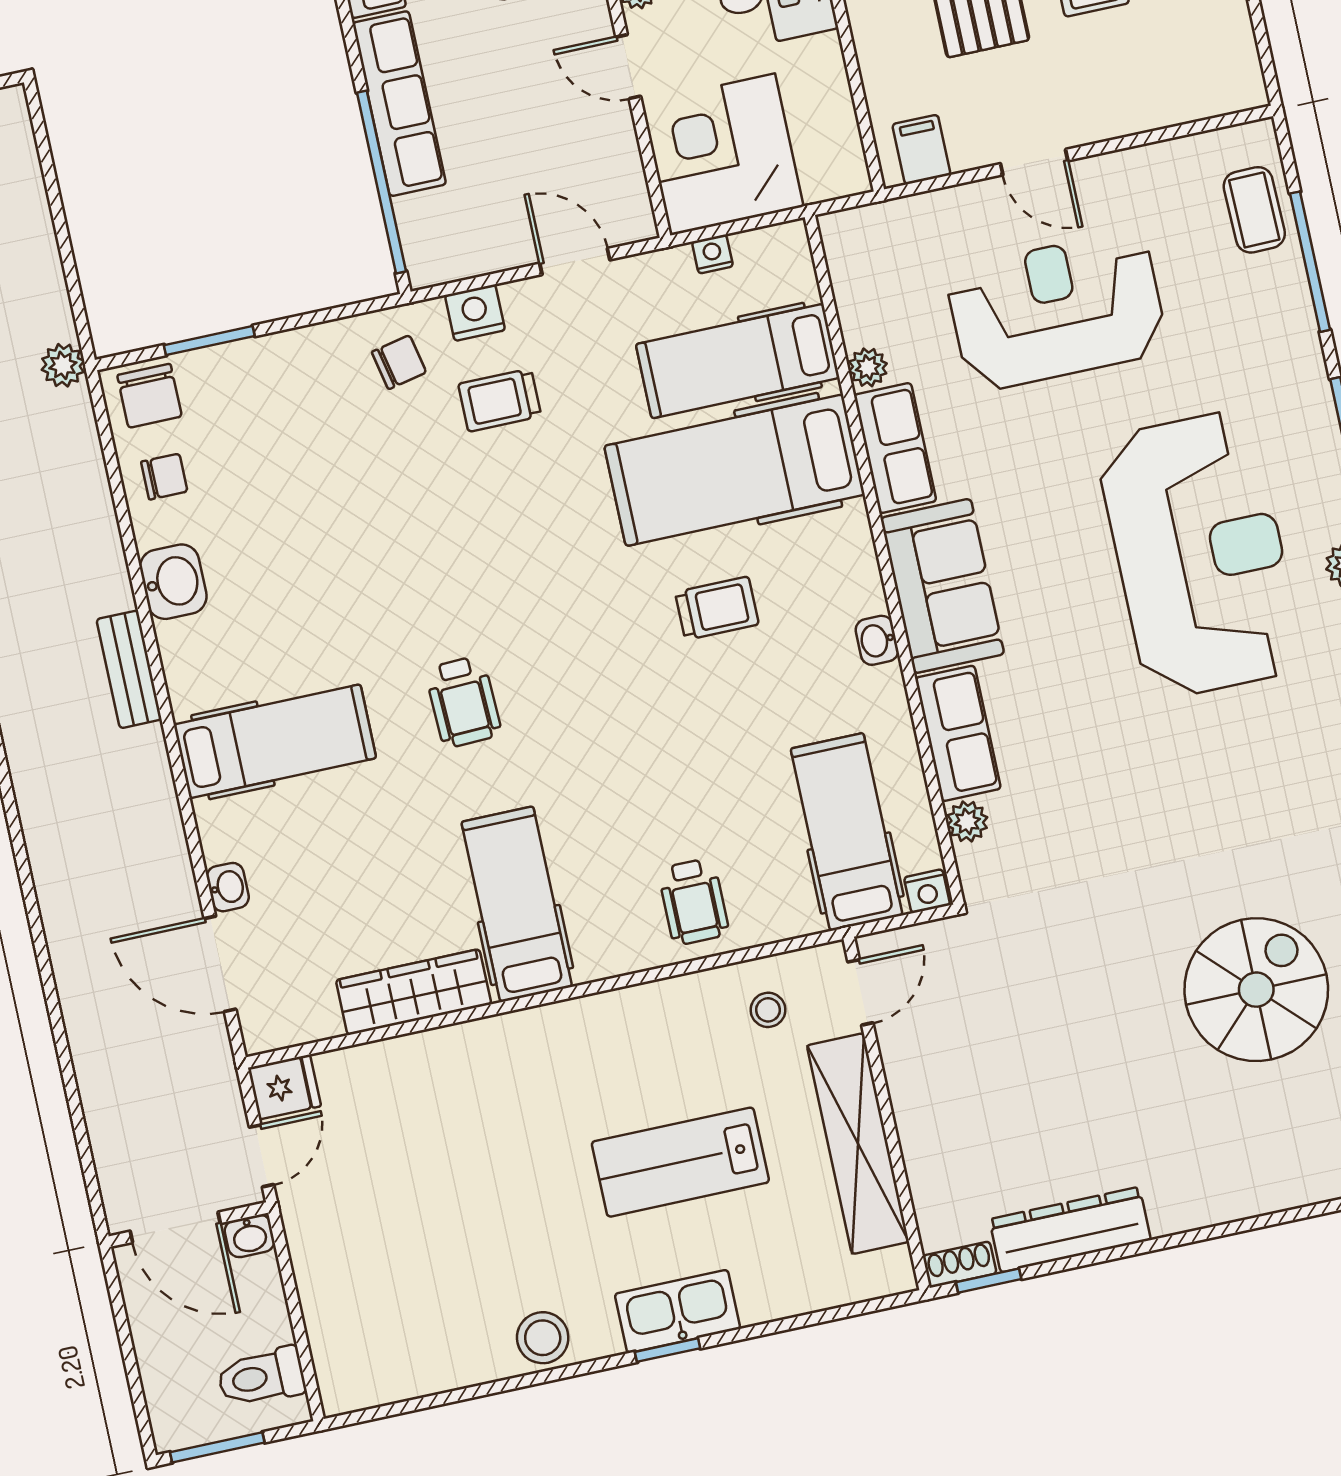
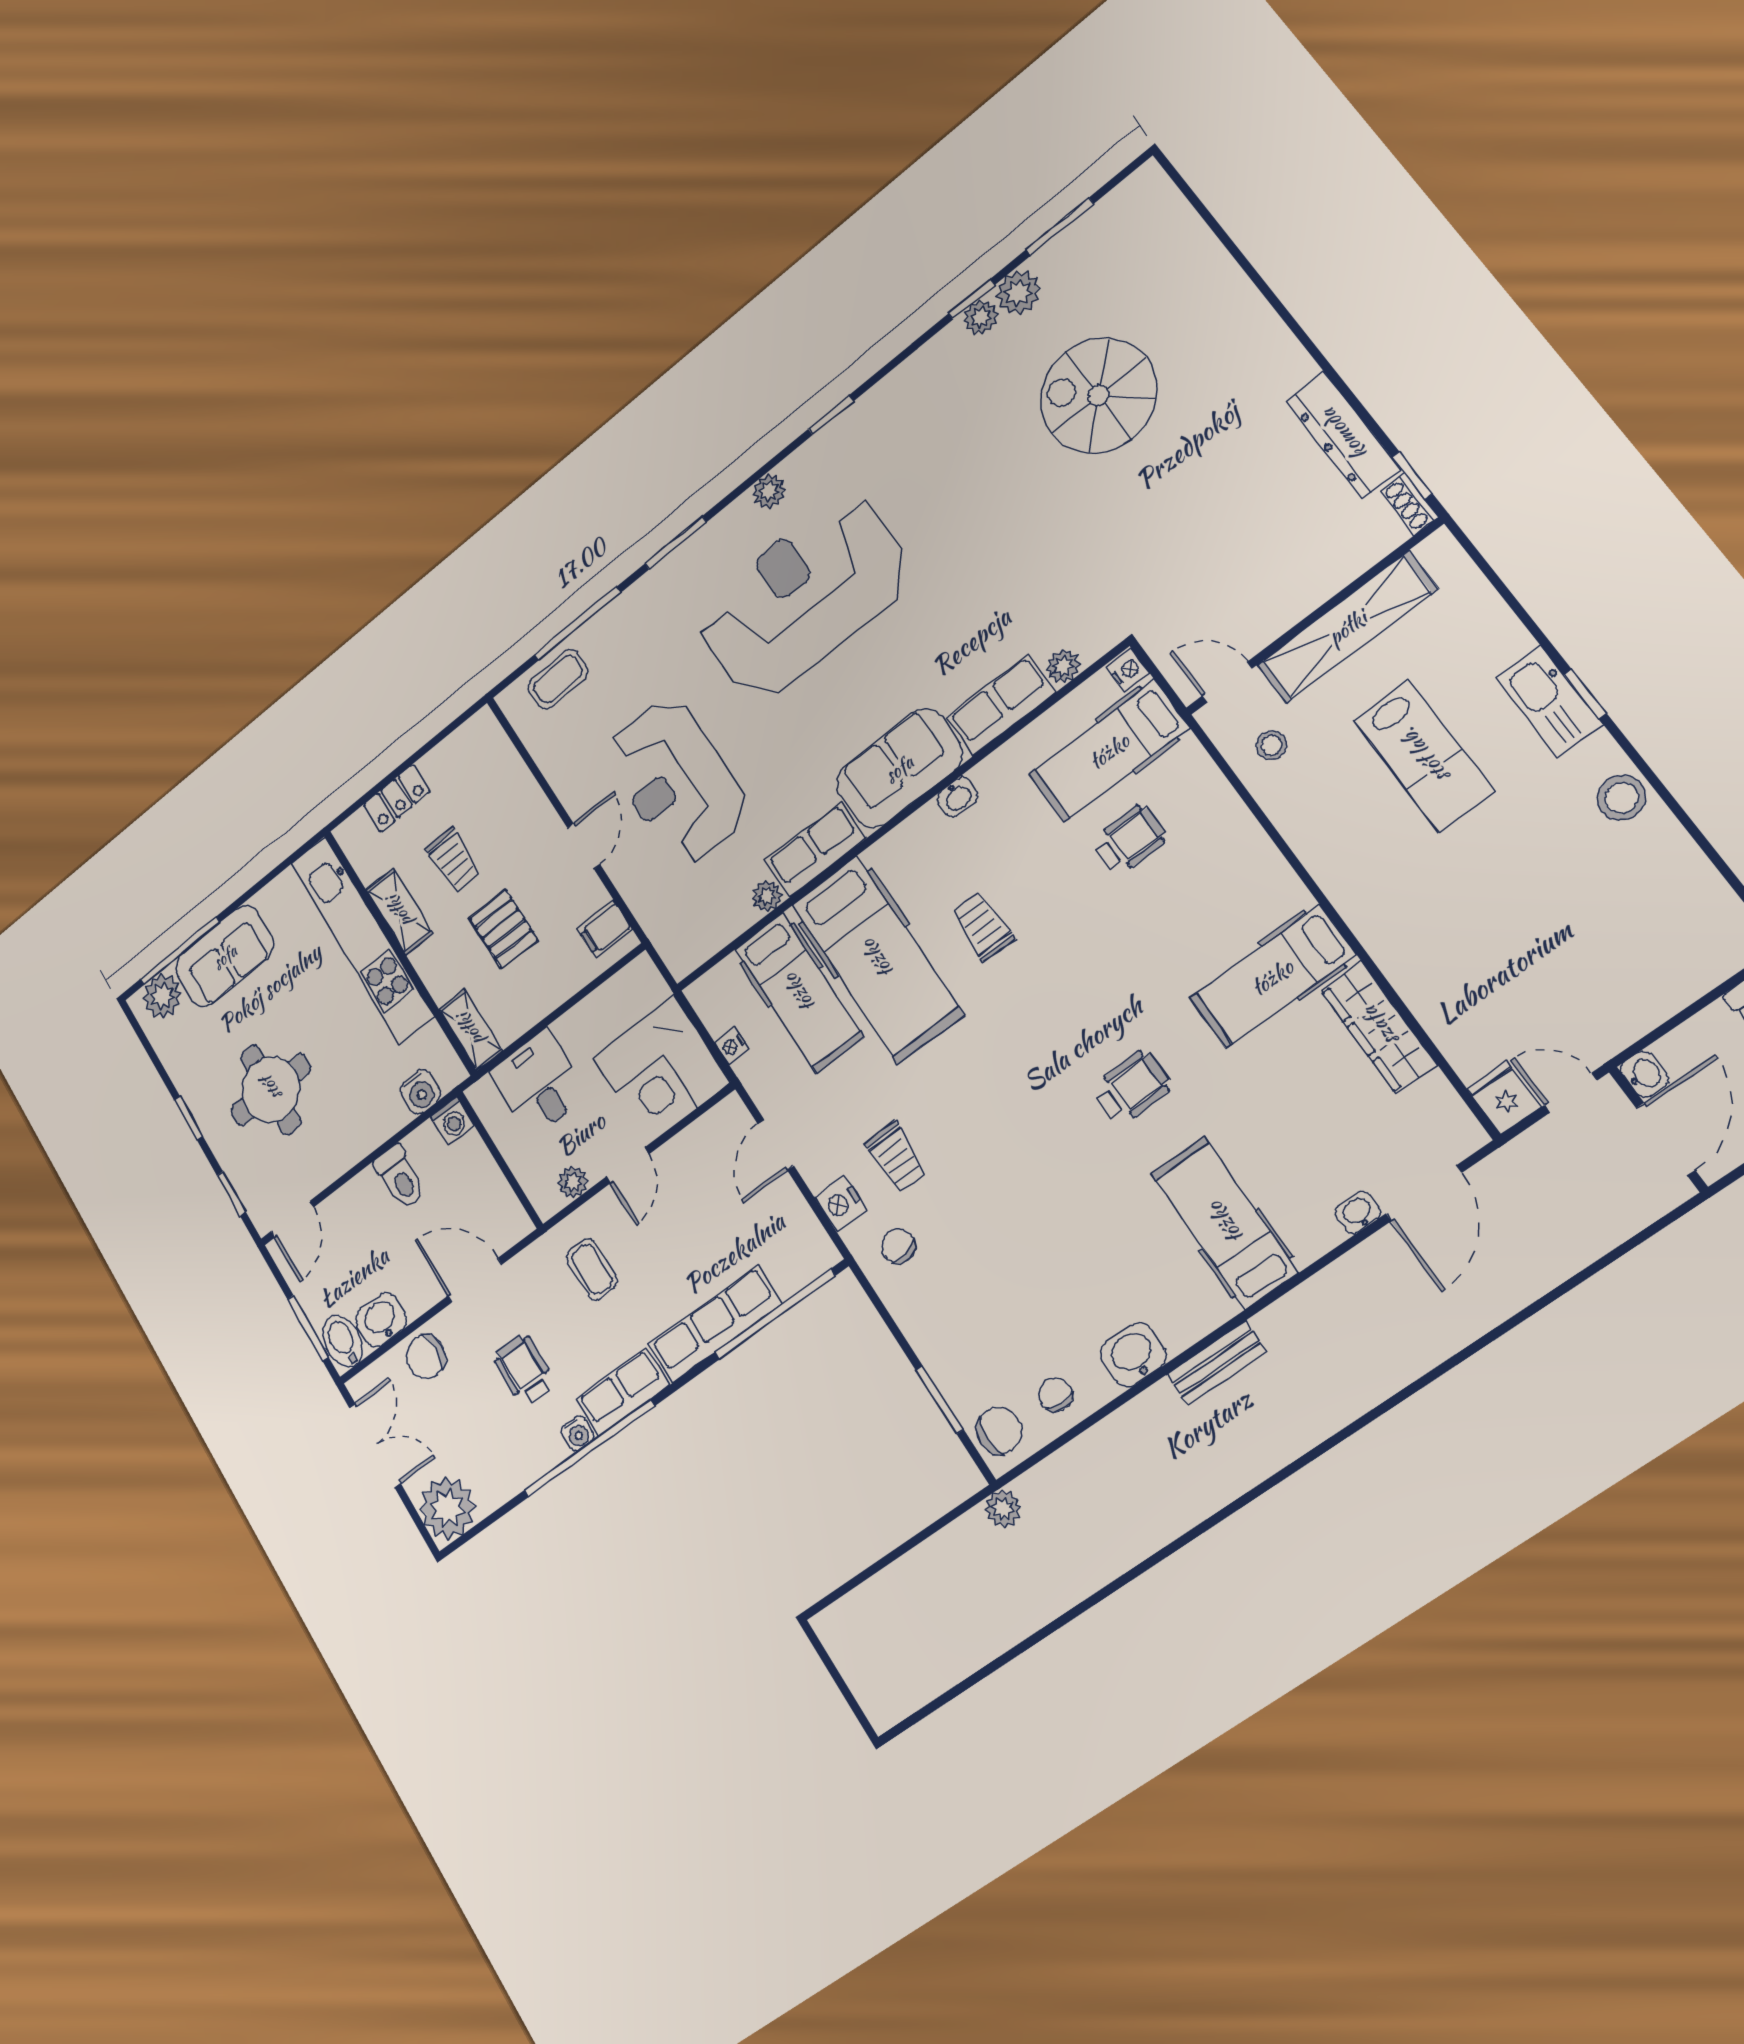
wheelchair: (693, 902) -> (1130, 839), moved

